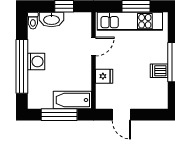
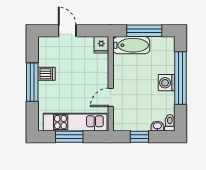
washbasin: (51, 19) -> (157, 126), width x0.52, depth x0.69
fridge: (104, 76) -> (101, 45), moved, turned -90
door: (121, 115) -> (67, 31), moved

